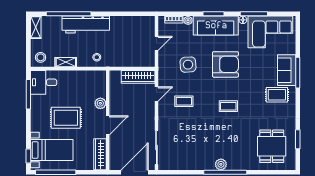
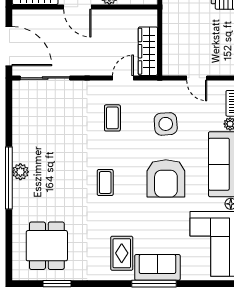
door: (156, 94) -> (123, 78), swing flipped
dining table: (272, 146) -> (47, 246), turned 90

